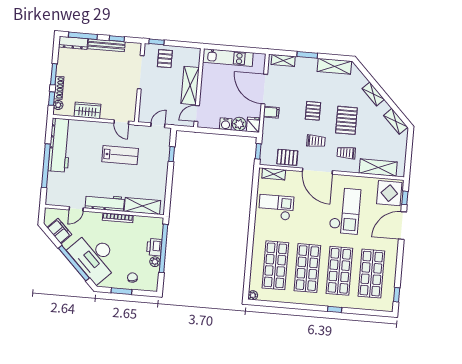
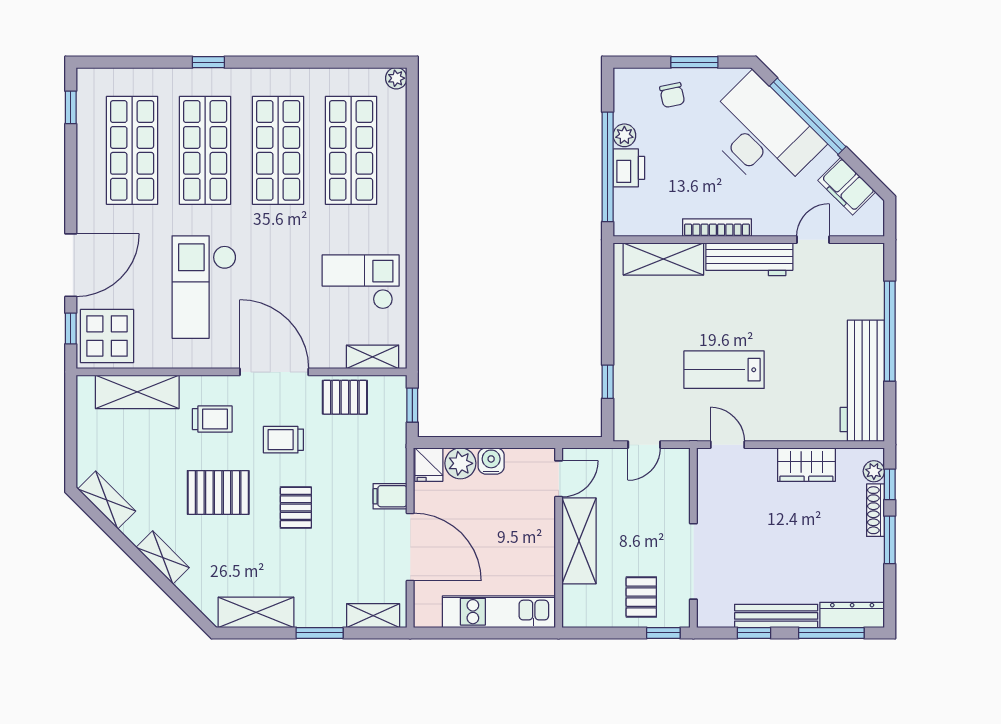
pallet: (346, 120) -> (218, 492), turned 90
checkout: (276, 207) -> (361, 282), turned 180

